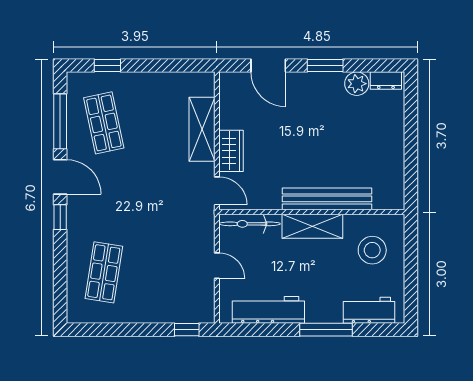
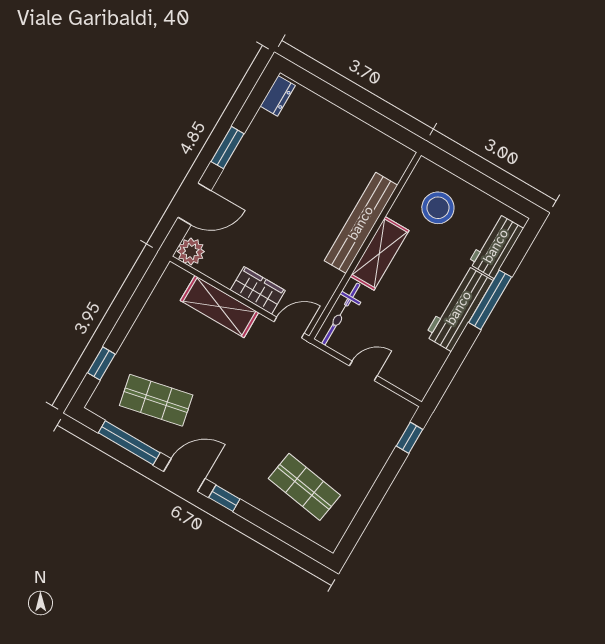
plant: (357, 84) -> (191, 251), moved
workbench: (268, 310) -> (459, 308), moved

